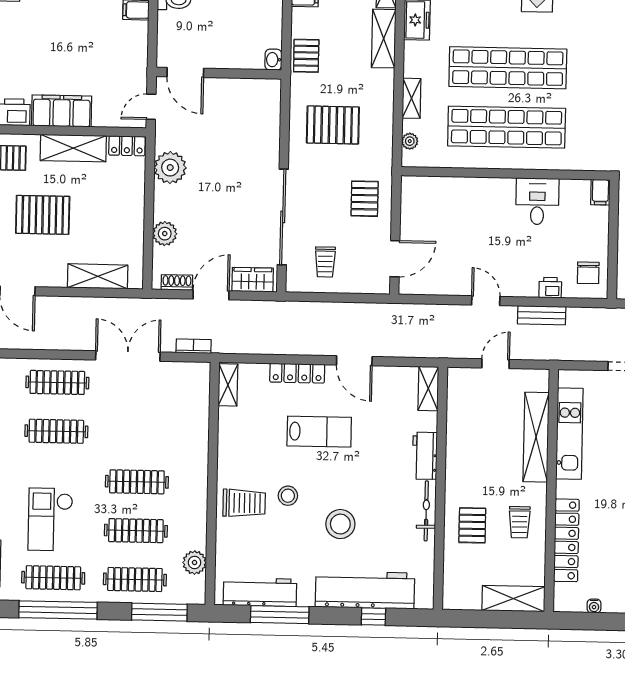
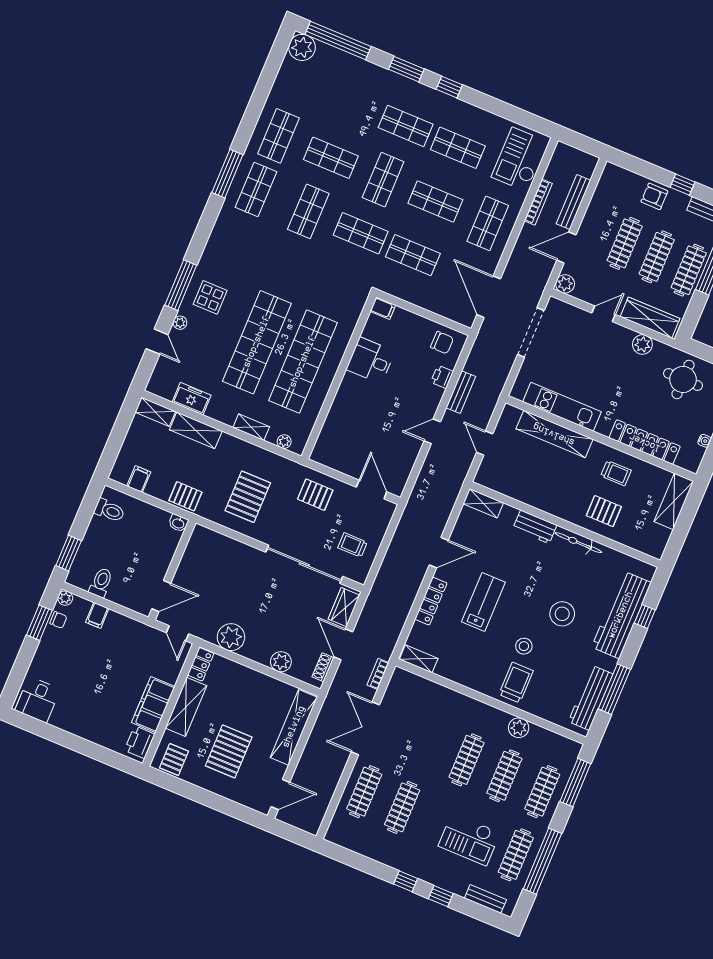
trolley: (325, 262) -> (353, 545), turned 180
shelving: (98, 276) -> (294, 727), width x1.47
plant: (195, 563) -> (519, 728), moved

